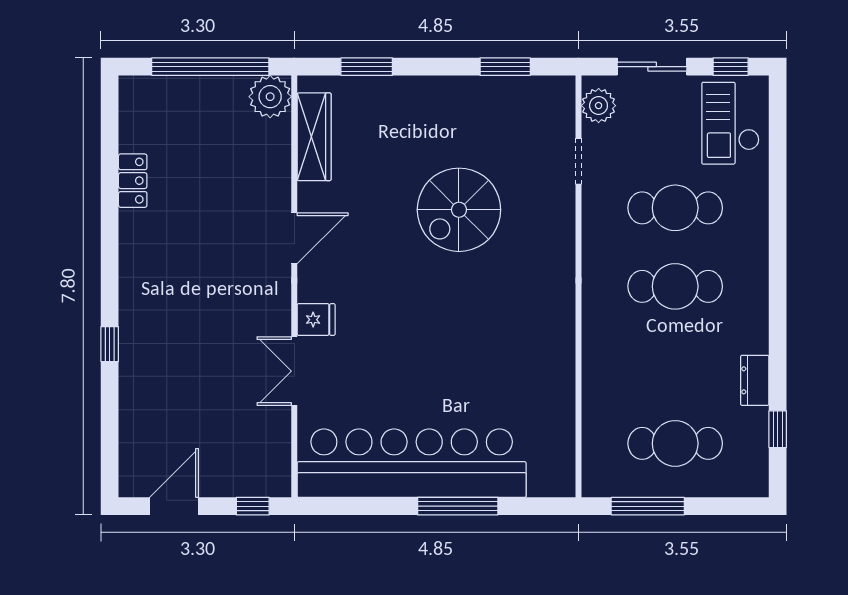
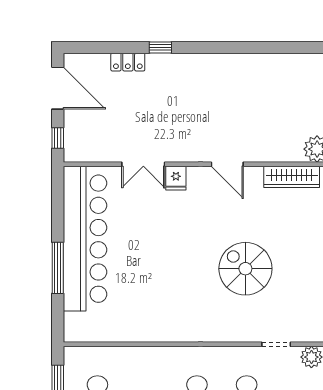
locker: (133, 181) -> (128, 62), moved
double door: (294, 371) -> (143, 164), swing flipped
door: (174, 506) -> (58, 88), width x1.36

